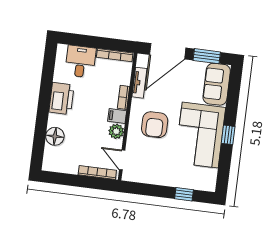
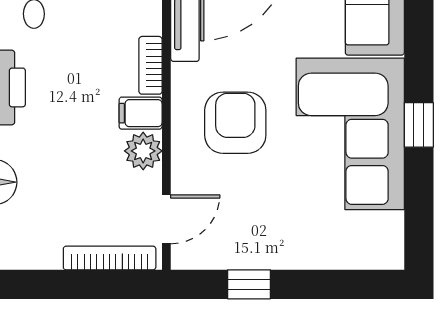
armchair: (155, 125) -> (235, 123), turned 180
door: (122, 160) -> (166, 219), swing flipped
window: (184, 194) -> (249, 284), moved

